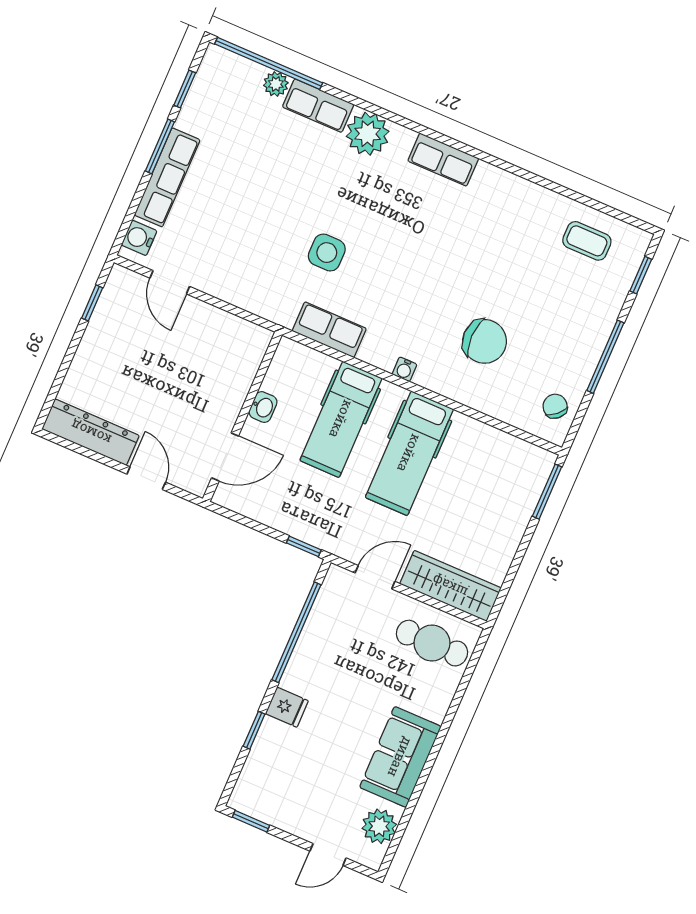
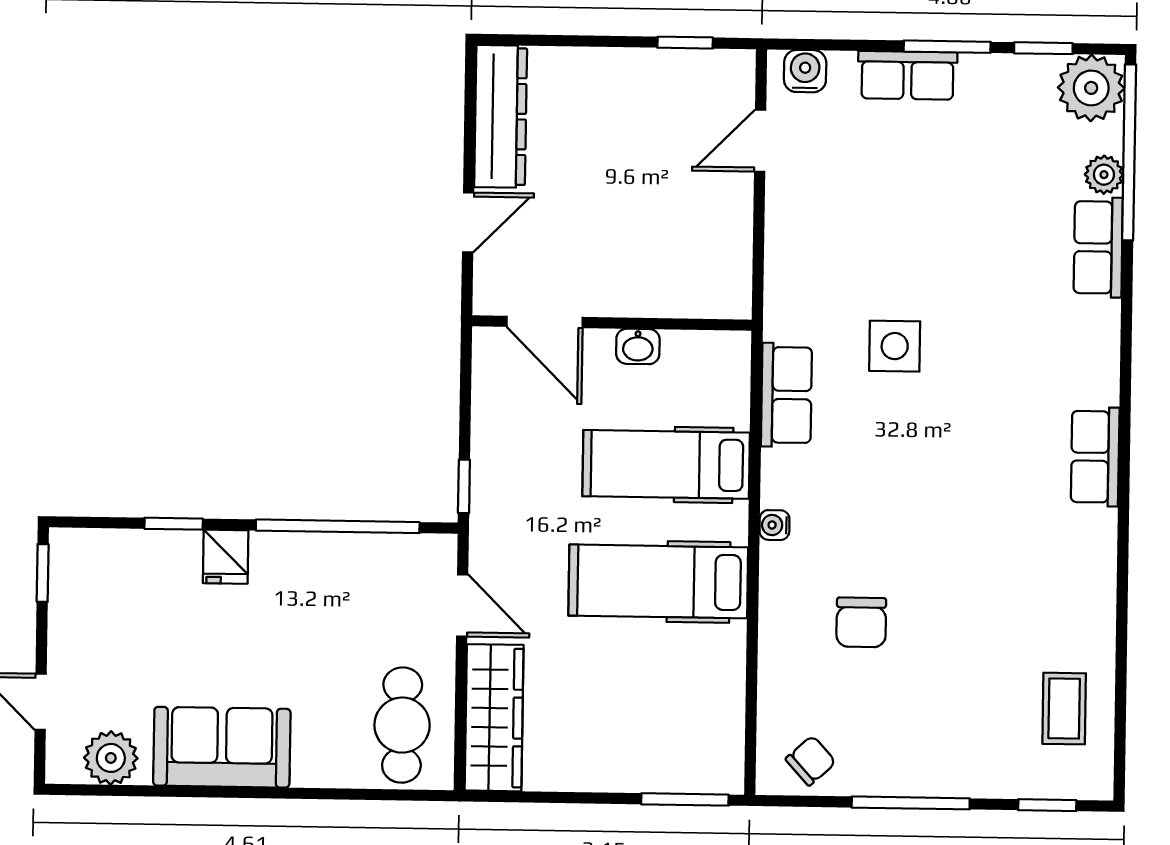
plant: (368, 134) -> (1091, 88), moved
row of seats: (167, 177) -> (908, 75), width x0.68
chair: (485, 341) -> (861, 622), width x0.73, depth x0.73

